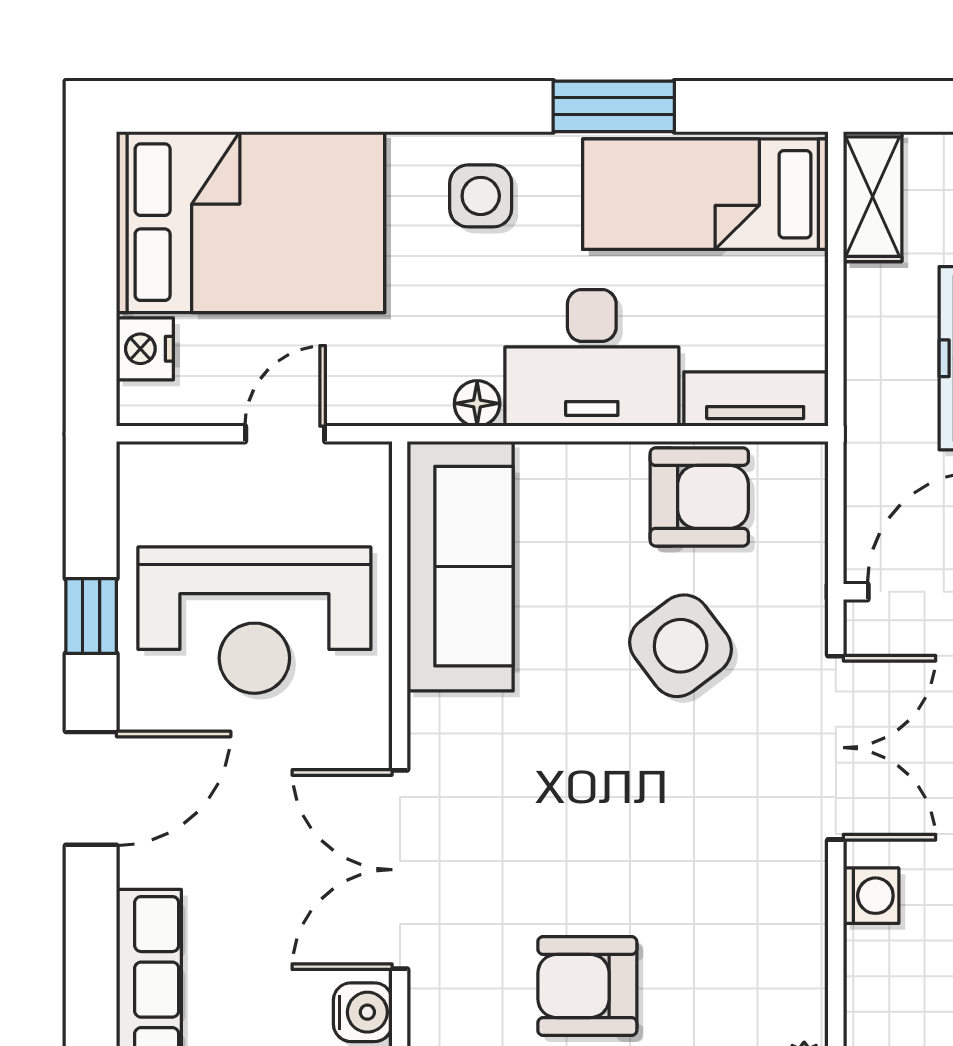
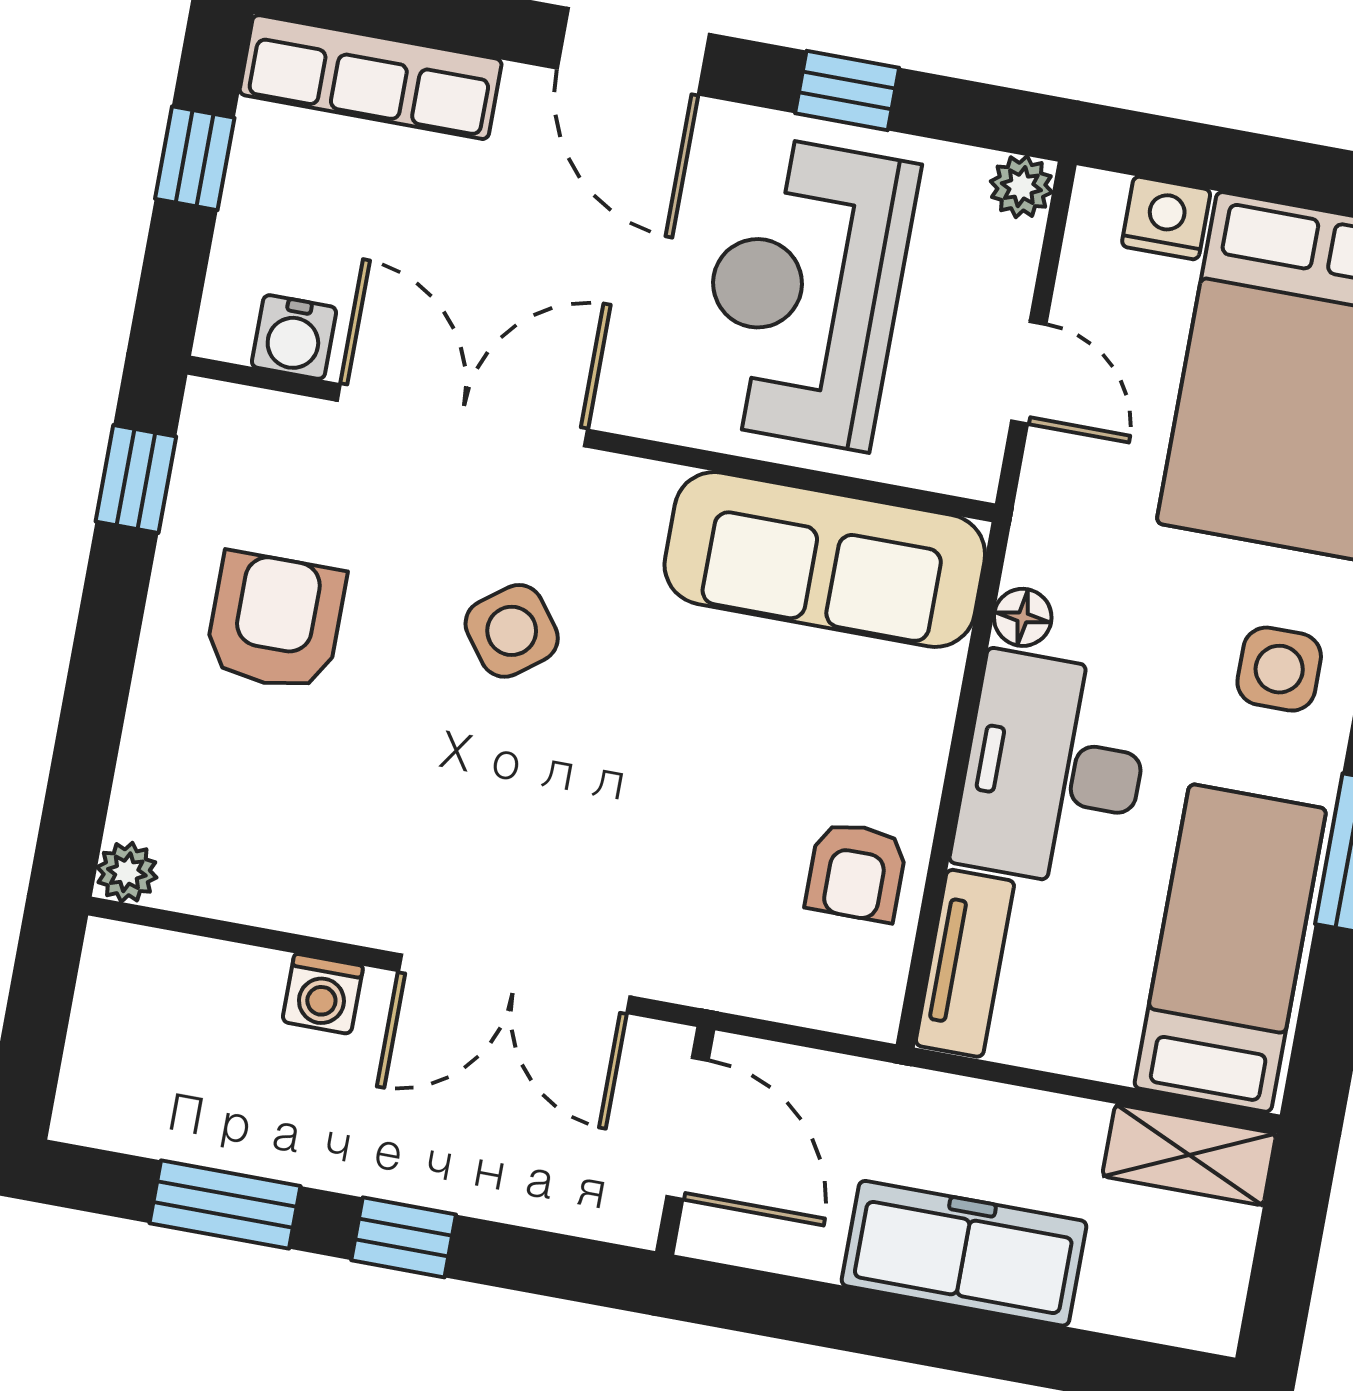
plant: (141, 466) -> (1021, 187), added
armchair: (699, 497) -> (856, 872), width x0.72, depth x0.72
side table: (681, 646) -> (512, 631), moved, width x0.73, depth x0.73

